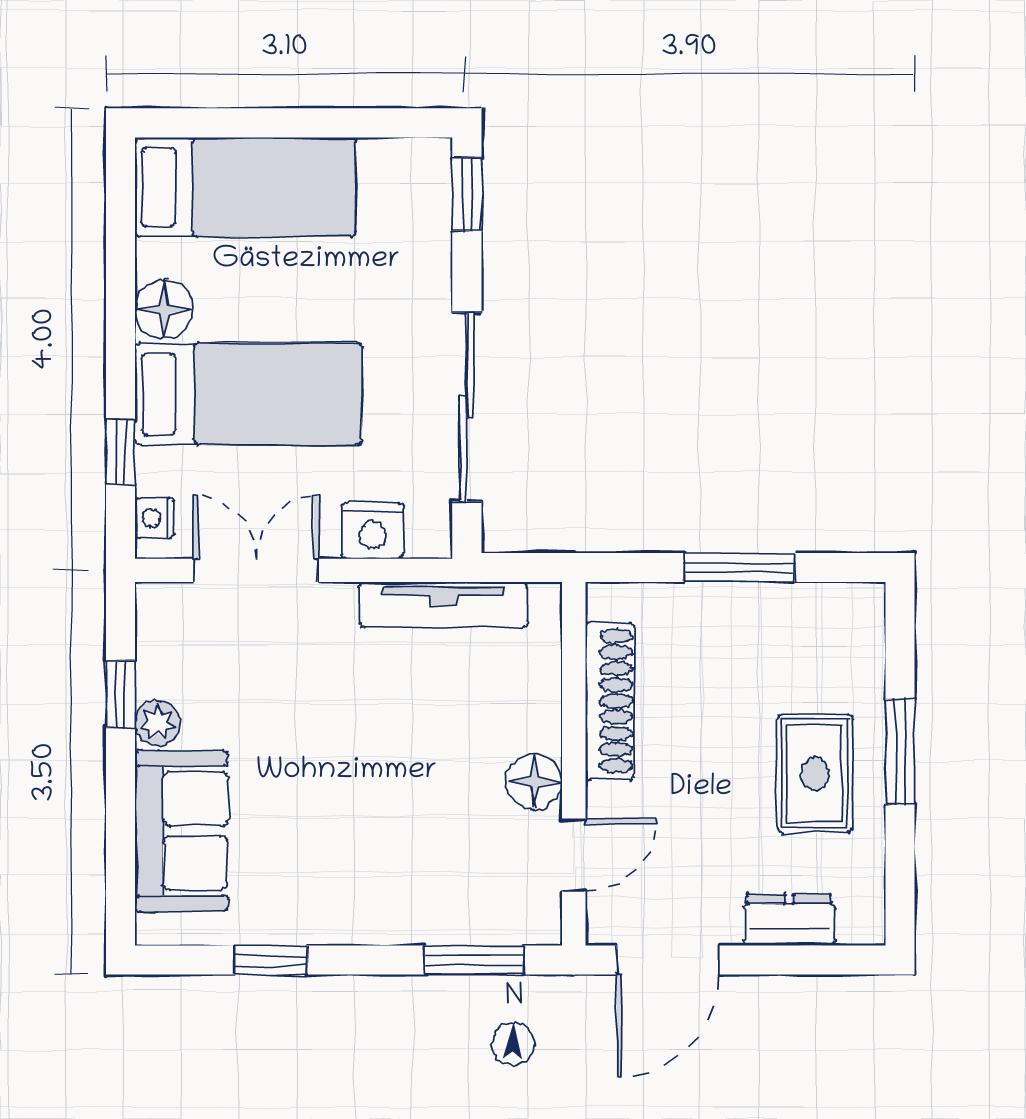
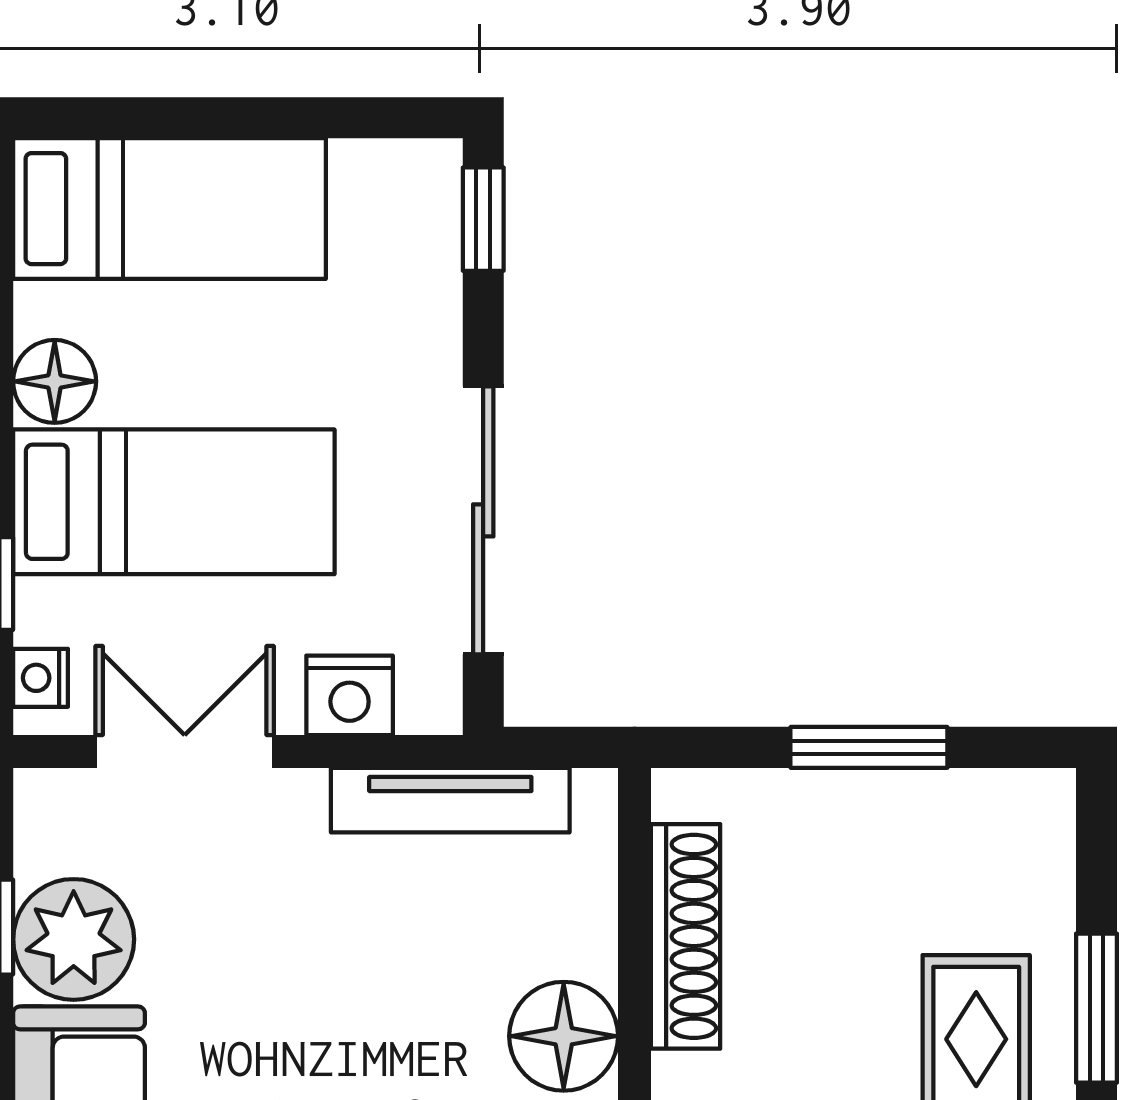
plant: (158, 723) -> (74, 939), width x1.88, depth x1.88
floor lamp: (534, 782) -> (564, 1036), width x1.38, depth x1.38

